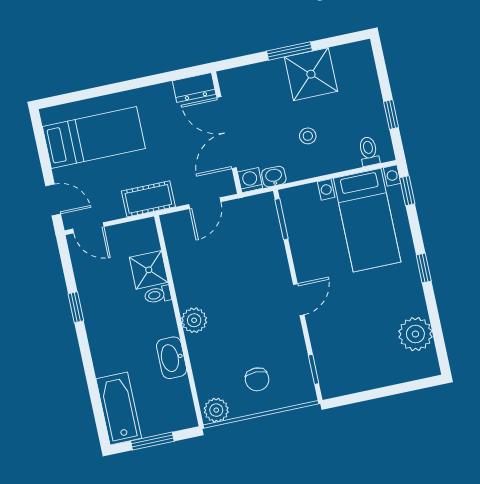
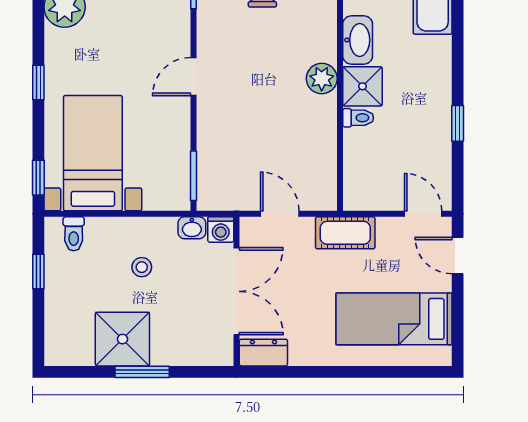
door: (205, 203) -> (280, 214), hinge flipped
shower: (149, 270) -> (362, 86), moved

